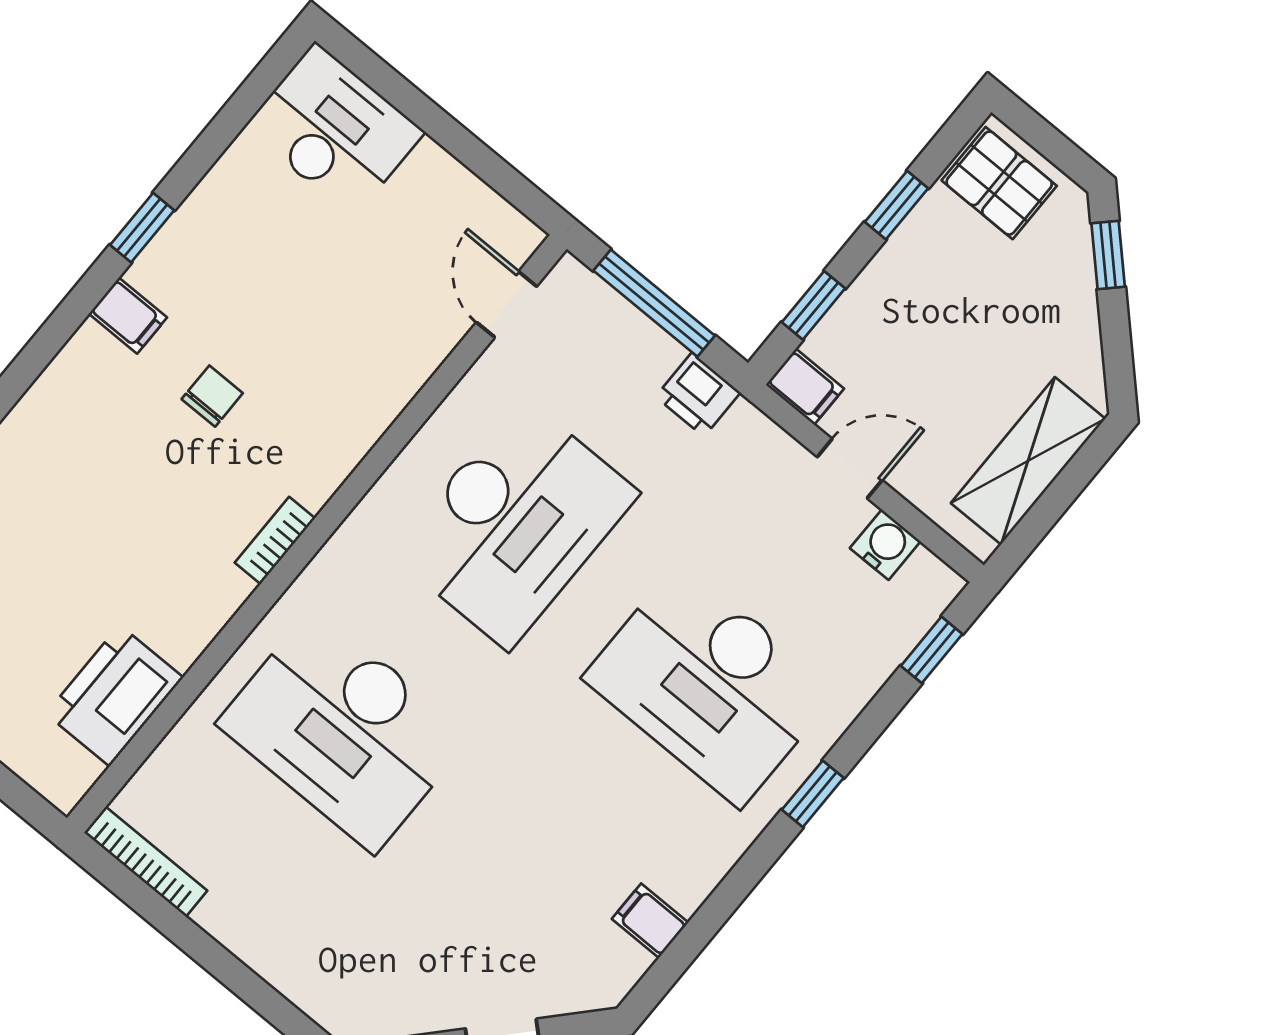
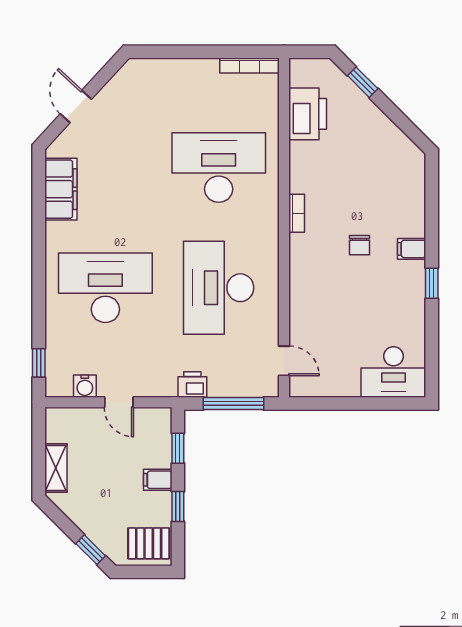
filing cabinet: (805, 387) -> (158, 480), moved
shelving: (1028, 461) -> (56, 468), width x0.67, depth x0.75
door: (850, 469) -> (119, 402), hinge flipped
window: (813, 794) -> (39, 279), removed
filing cabinet: (650, 921) -> (61, 189), width x3.00, depth x1.17

